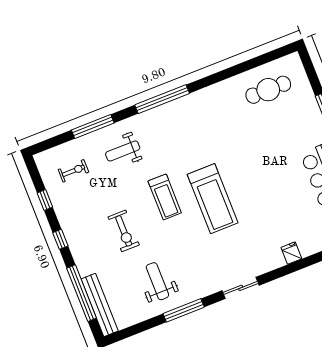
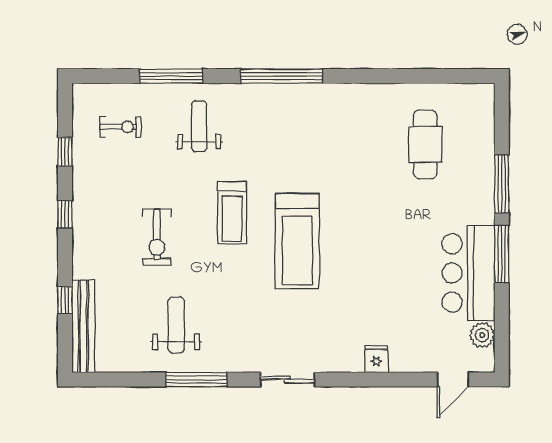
cafe table: (268, 90) -> (425, 144), moved, turned 90
weight bench: (123, 151) -> (199, 126), turned 90
window: (82, 293) -> (65, 300), width x0.32

